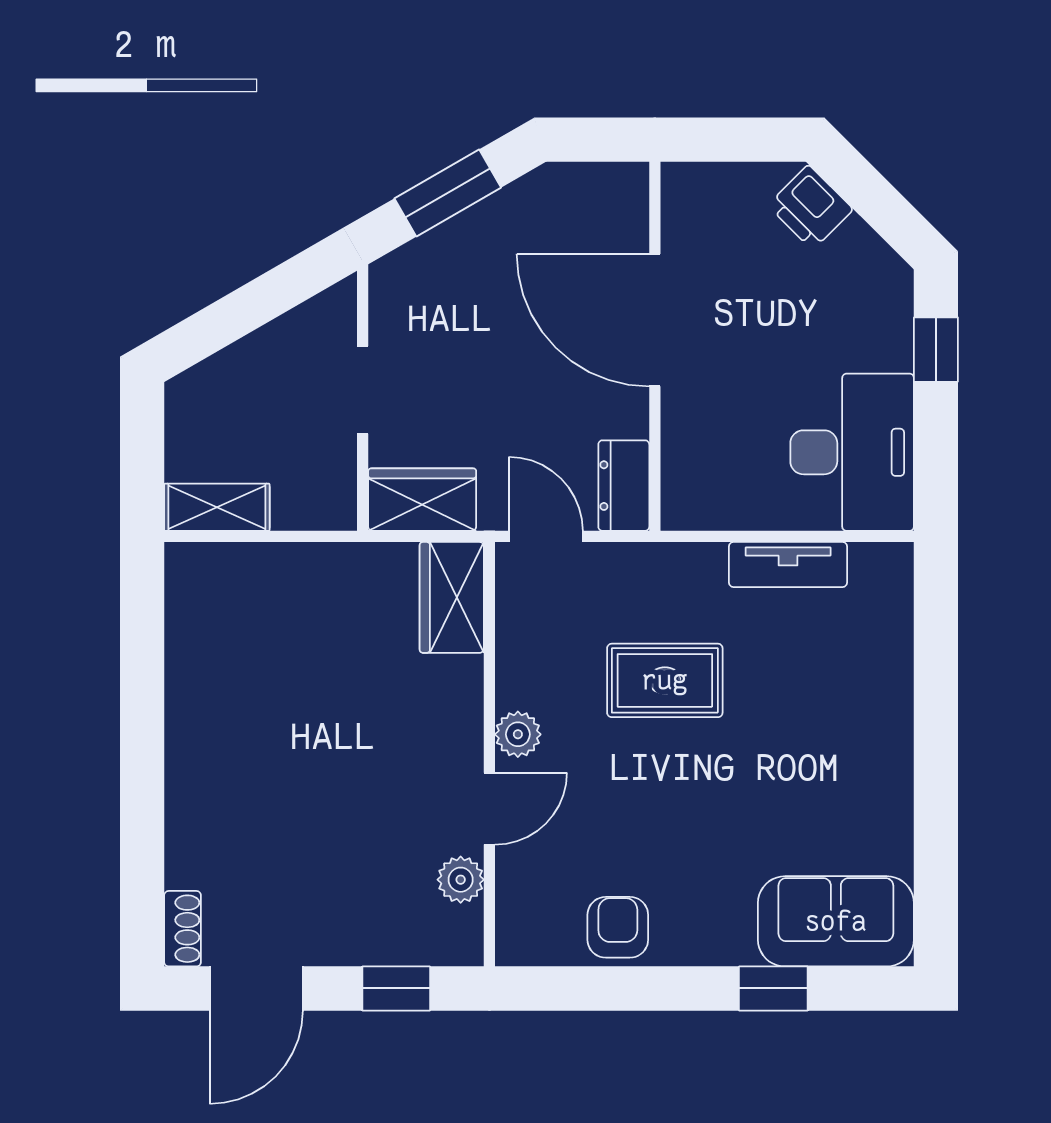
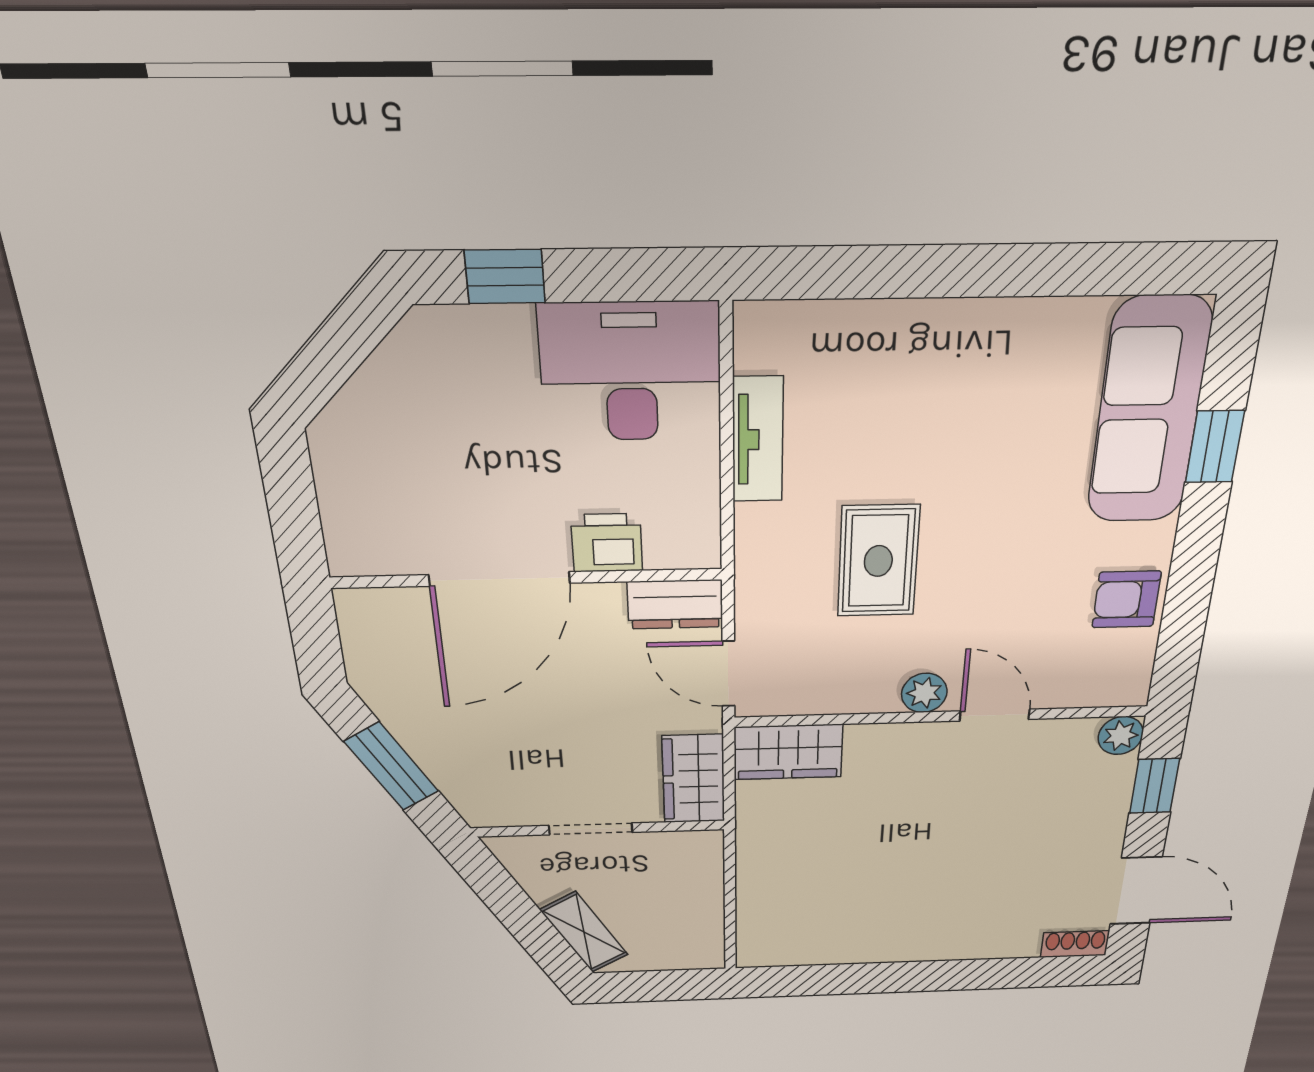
printer: (810, 207) -> (607, 543), moved, turned -135
shelving: (217, 507) -> (584, 932), moved, turned -30
door: (546, 536) -> (728, 674), hinge flipped
plant: (461, 880) -> (1121, 736), moved
sofa: (836, 921) -> (1149, 412), width x1.36

